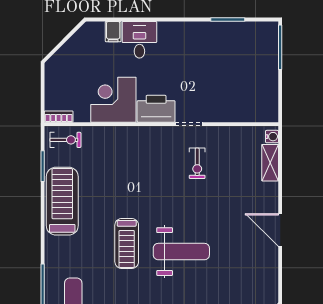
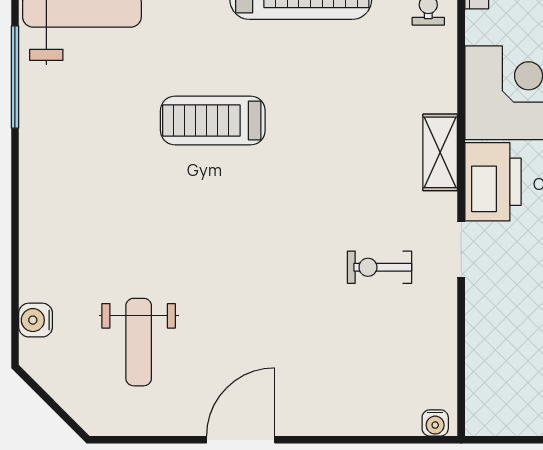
shelving: (270, 163) -> (440, 152), moved, turned 90
weight bench: (181, 252) -> (139, 342), moved, width x0.73, depth x0.75

